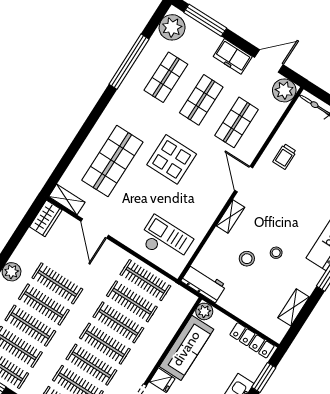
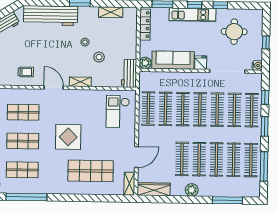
door: (244, 179) -> (54, 88), swing flipped
wardrobe: (46, 218) -> (154, 189), width x1.50

